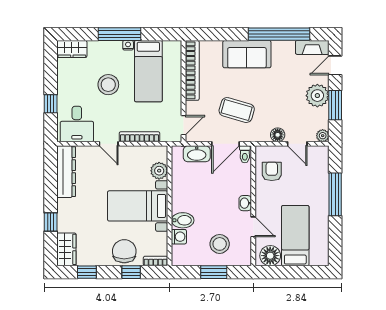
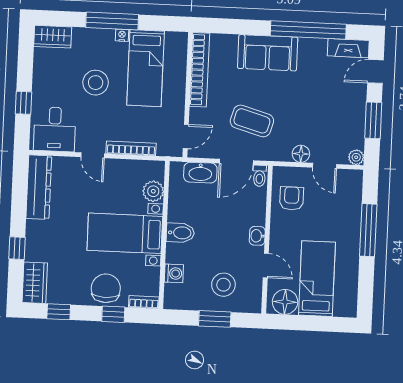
plant: (317, 96) -> (352, 108), removed
bidet: (183, 220) -> (180, 233), moved

